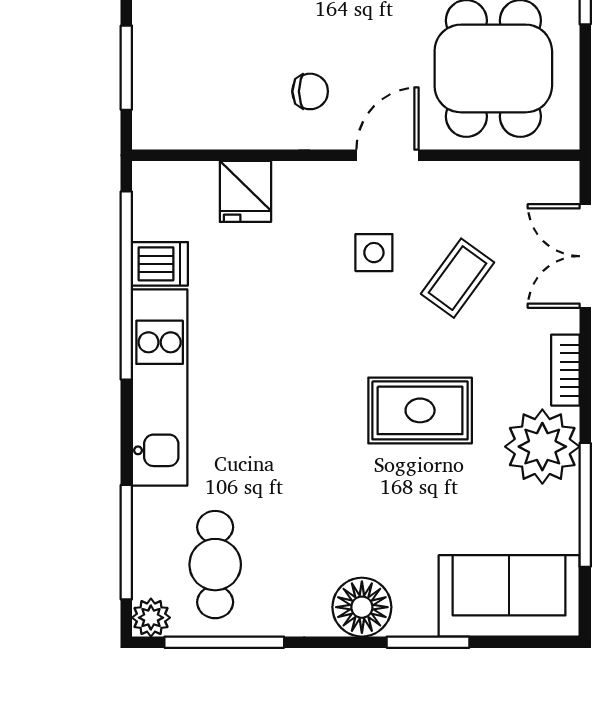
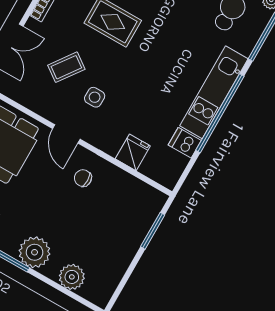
door: (387, 155) -> (66, 134), hinge flipped
window: (126, 286) -> (220, 113), moved

